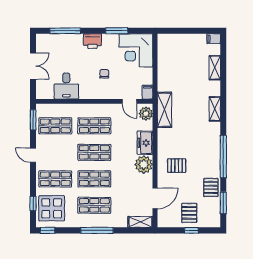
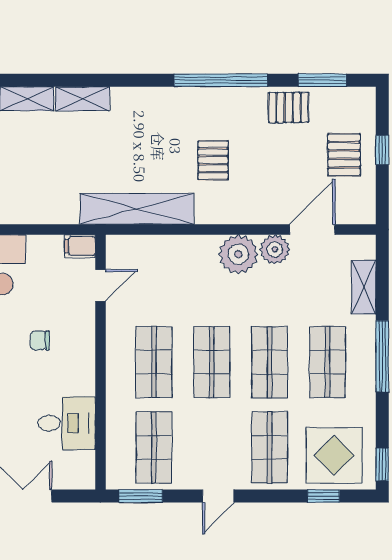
shelving: (215, 109) -> (83, 99), moved
shelving: (164, 110) -> (137, 209), width x1.47
plant: (146, 114) -> (275, 249), moved
freezer: (145, 143) -> (191, 251), removed
pallet: (177, 166) -> (213, 160), moved
door: (155, 198) -> (312, 230), hinge flipped
pallet: (189, 213) -> (344, 155), turned 90
shelving: (140, 222) -> (364, 287), moved

